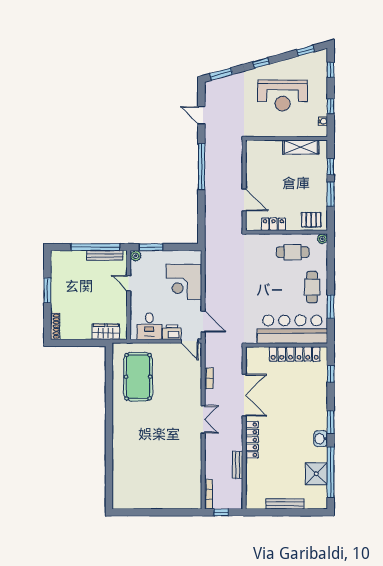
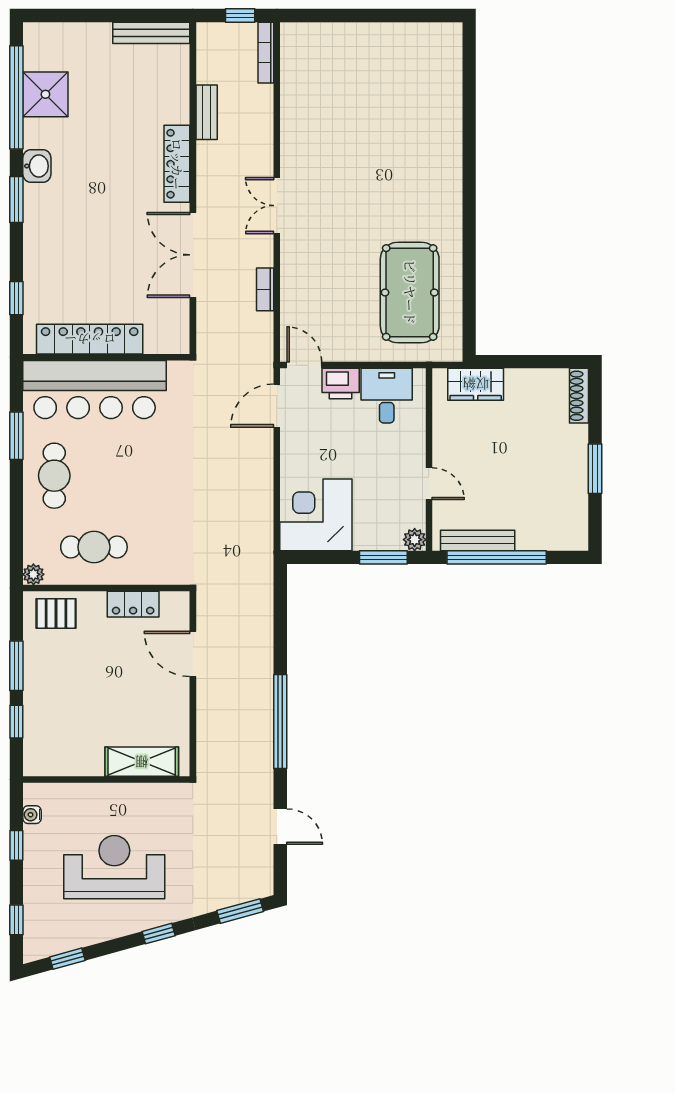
shelving: (301, 147) -> (142, 762), moved
corner desk: (184, 282) -> (316, 515), moved, turned -90
door: (203, 321) -> (277, 406), hinge flipped
bench: (285, 504) -> (151, 33), moved

